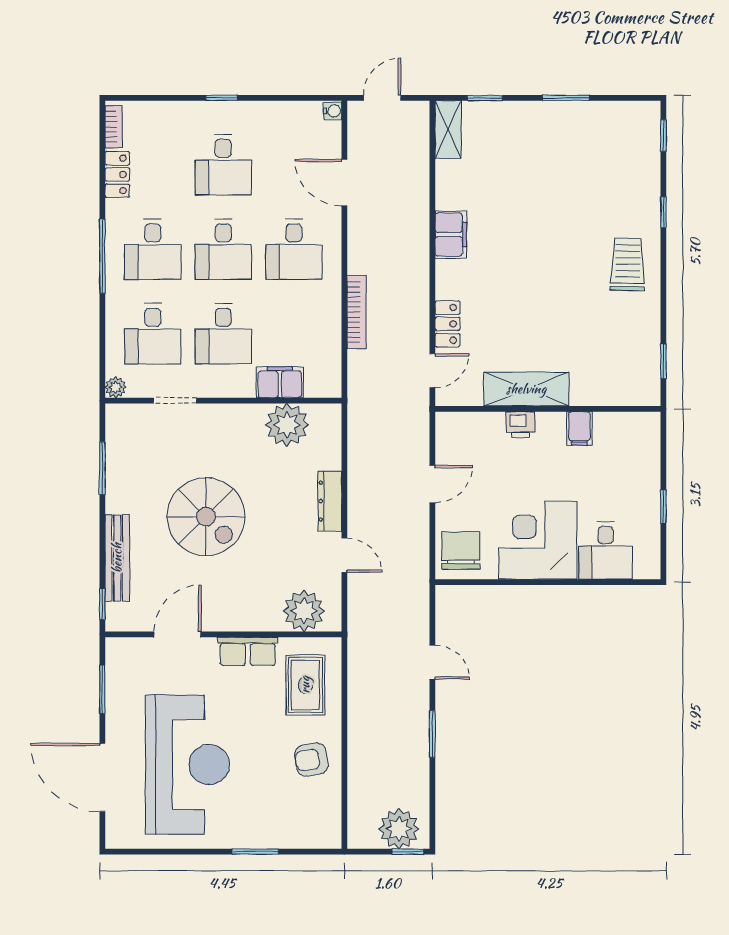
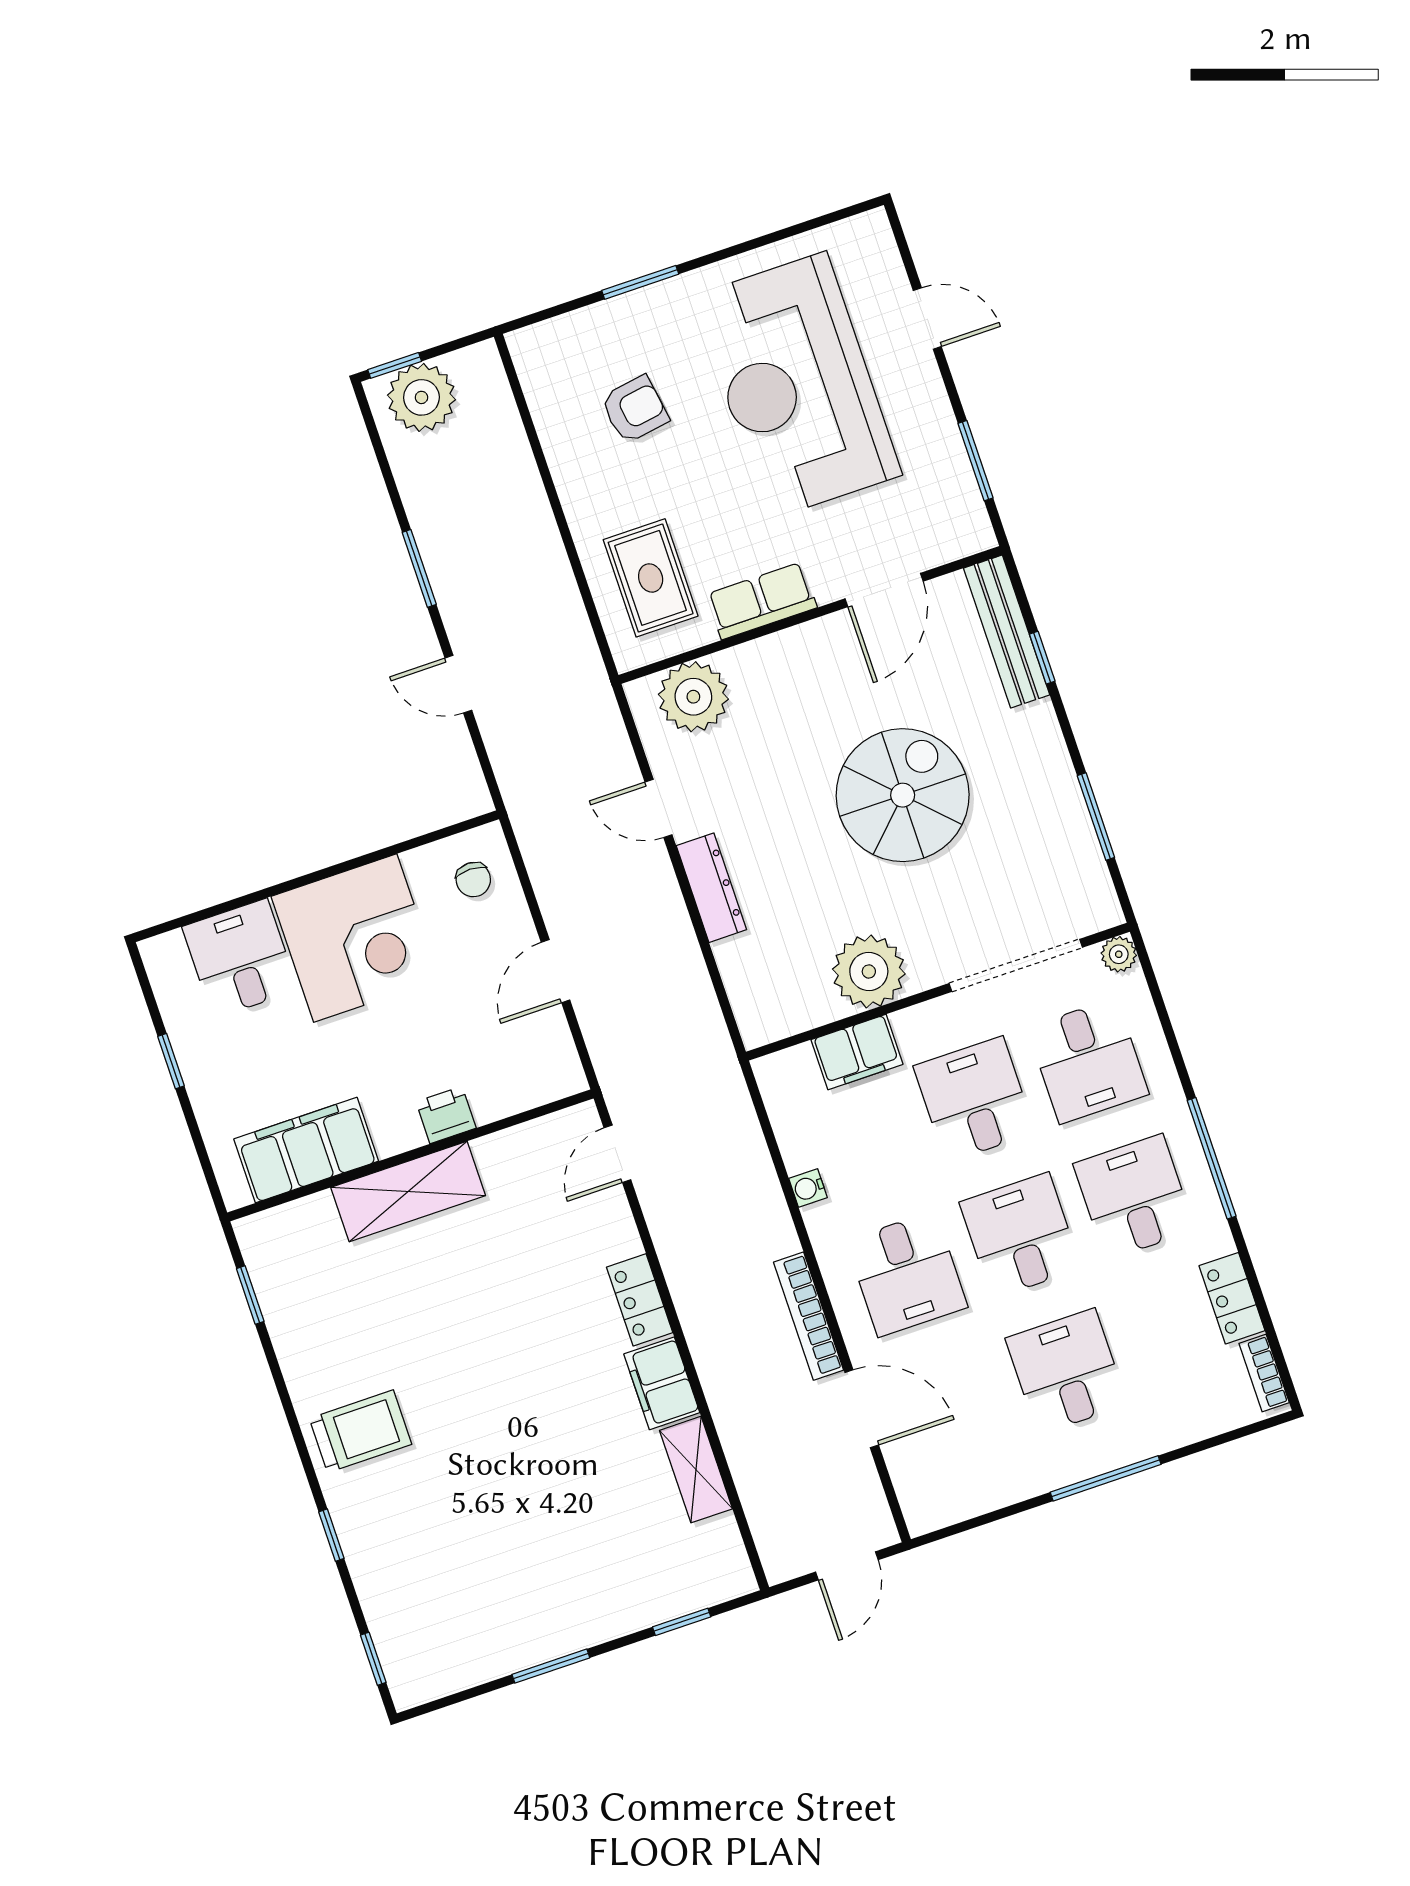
window: (222, 98) -> (1106, 1478), width x2.17
water cooler: (333, 111) -> (808, 1188), moved
shelving: (448, 129) -> (696, 1470), moved
desk: (294, 249) -> (907, 1274), turned 180
trolley: (628, 265) -> (361, 1431), turned -91
bookcase: (357, 312) -> (809, 1316), moved
locker: (448, 324) -> (640, 1300), moved
desk: (153, 334) -> (1088, 1061), turned 180
shelving: (526, 389) -> (408, 1192), moved
doorway: (175, 401) -> (1016, 965), width x1.87
plant: (287, 425) -> (869, 971), moved
filing cabinet: (579, 429) -> (306, 1150), width x3.00, depth x1.17
spiral stairs: (206, 517) -> (903, 795), turned 90
chair: (461, 551) -> (473, 880), width x0.54, depth x0.54
bench: (117, 558) -> (1007, 631), moved
window: (102, 604) -> (1042, 658), moved
armchair: (311, 759) -> (635, 409), moved
door: (102, 777) -> (927, 318), width x0.53

